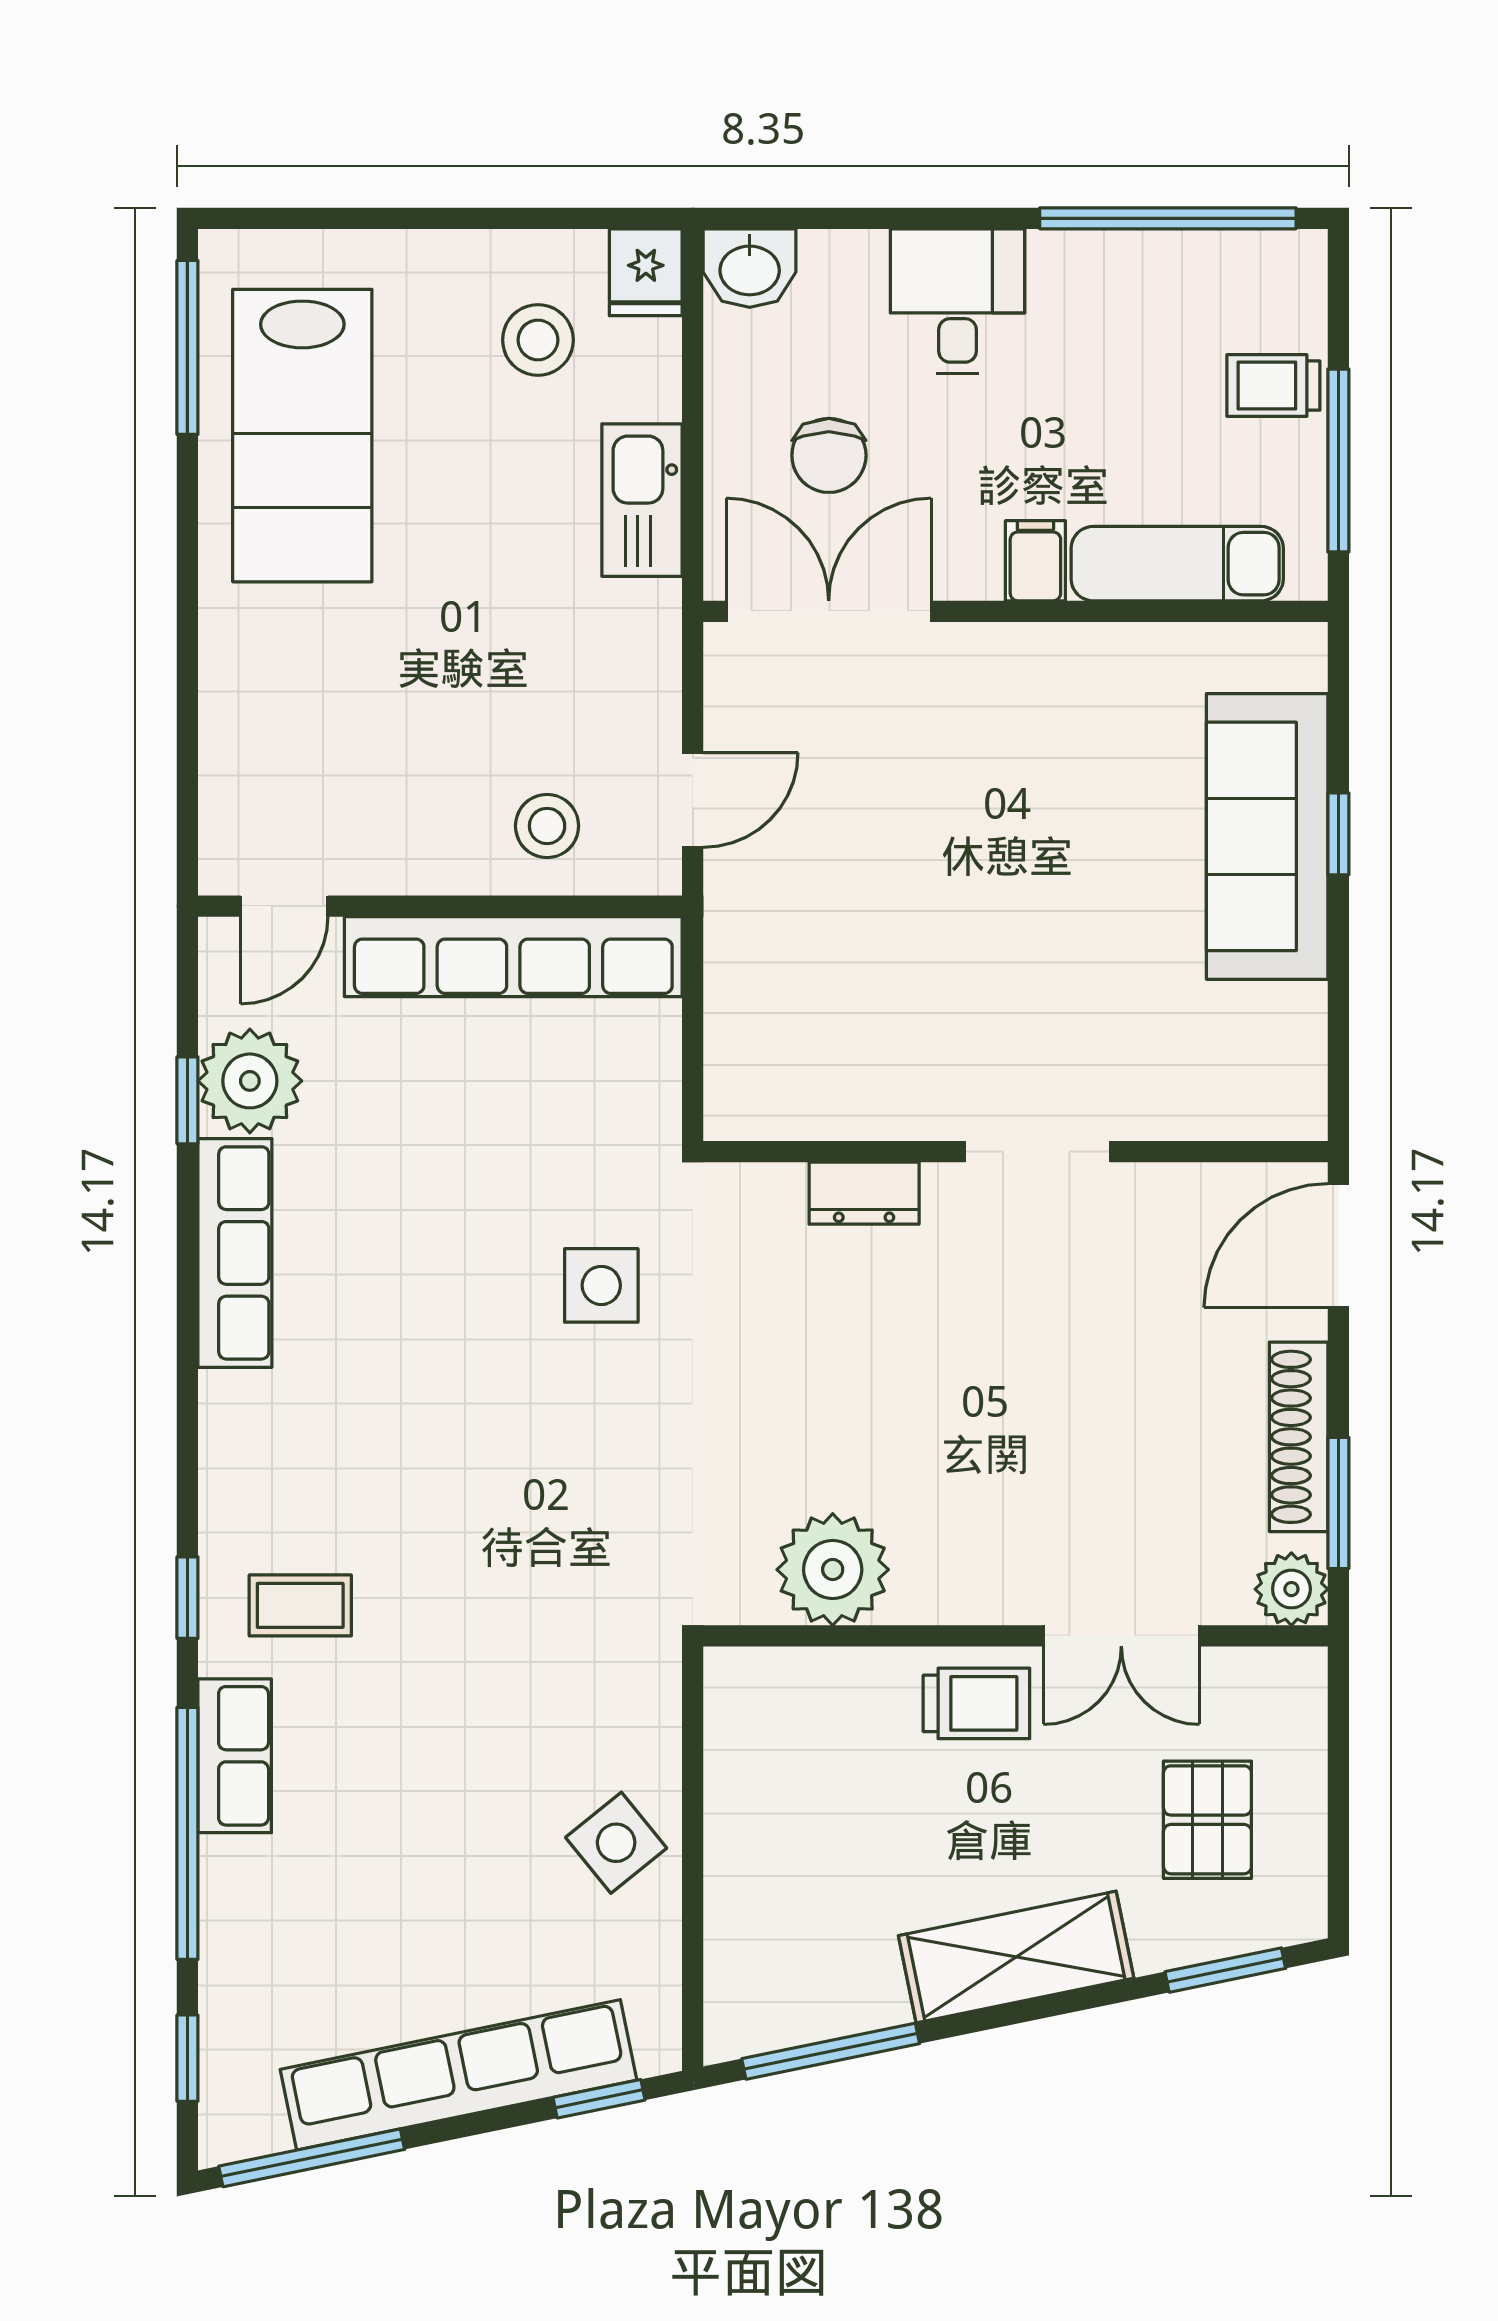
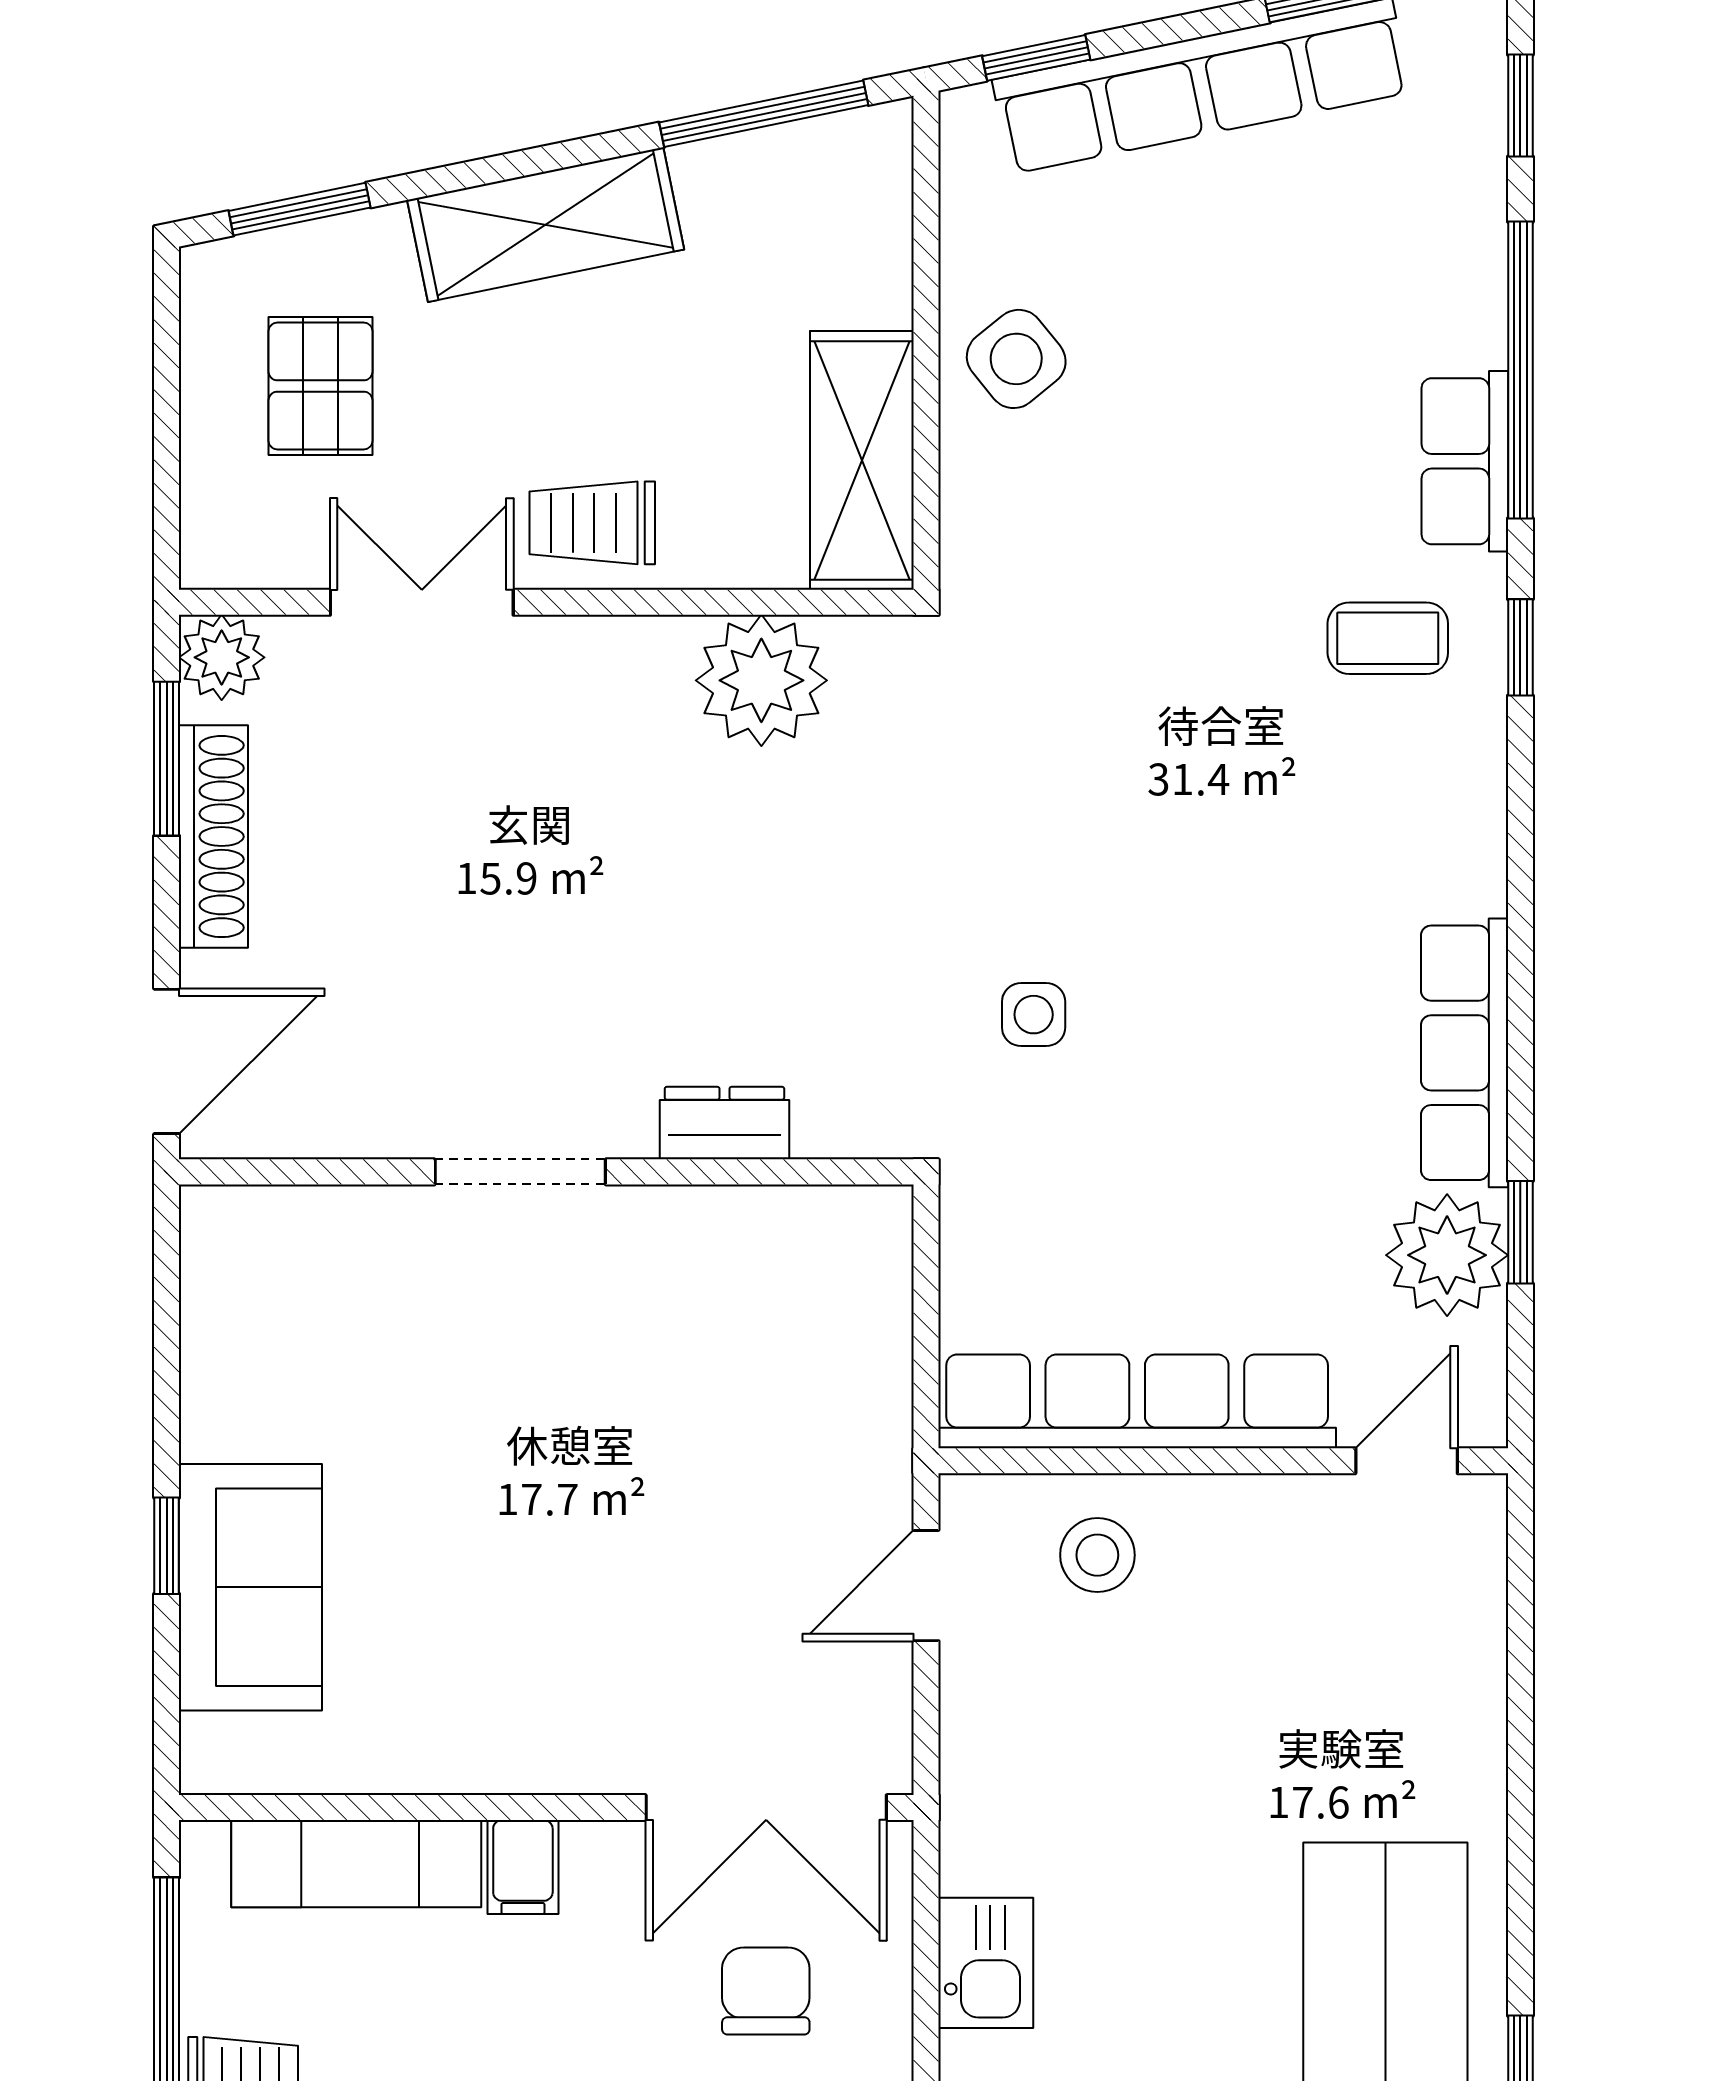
kitchen sink: (642, 500) -> (986, 1963), width x0.73
sofa: (1267, 836) -> (250, 1587), width x0.73
side table: (601, 1285) -> (1034, 1015), width x0.73, depth x0.73
shelving: (747, 1757) -> (862, 460), added

